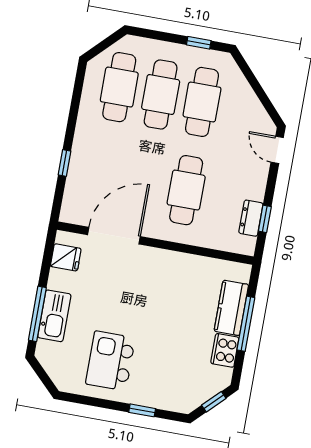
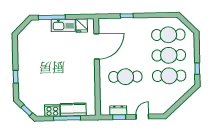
door: (277, 150) -> (142, 117), moved
door: (114, 236) -> (97, 46), hinge flipped
kitchen sink: (54, 316) -> (63, 25), moved
kitchen island: (110, 361) -> (36, 57), removed

